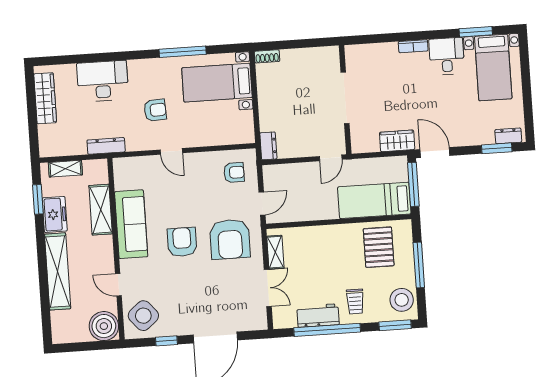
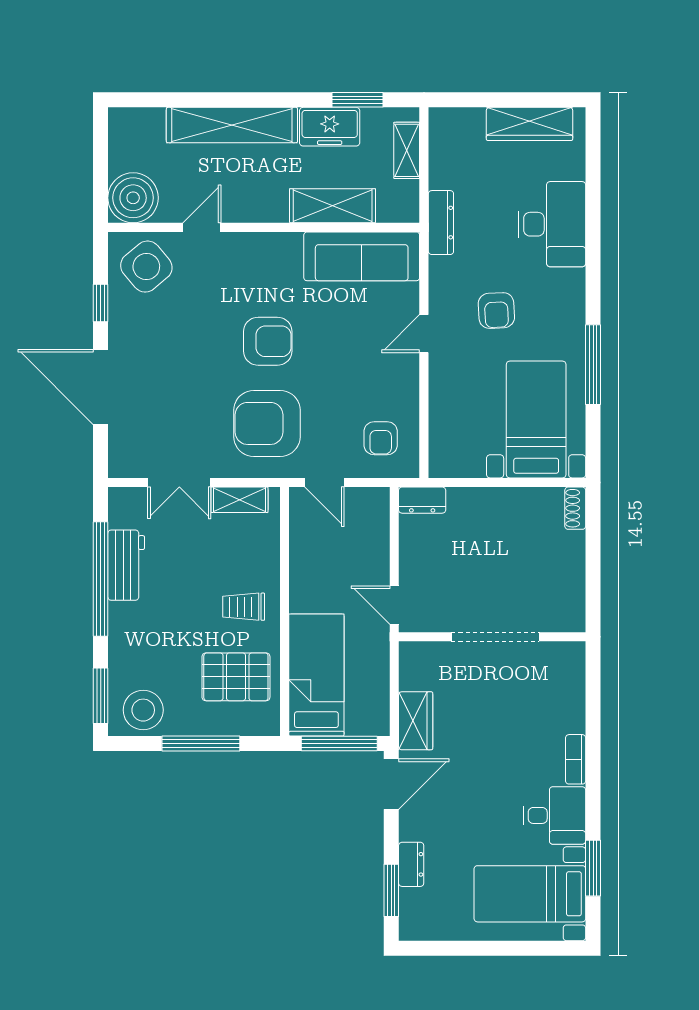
dresser: (508, 136) -> (411, 864), moved
sofa: (131, 224) -> (362, 256), moved
trolley: (355, 302) -> (244, 607), moved

